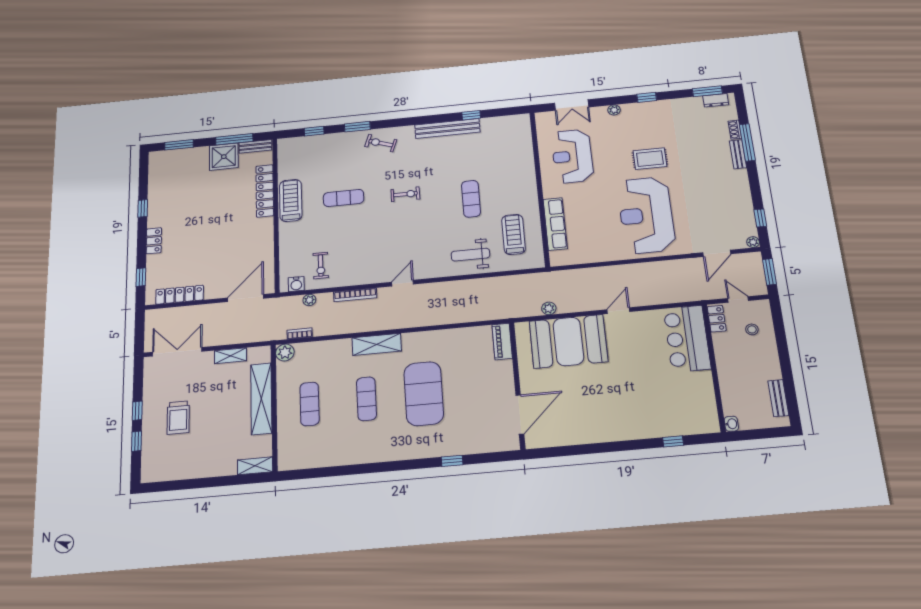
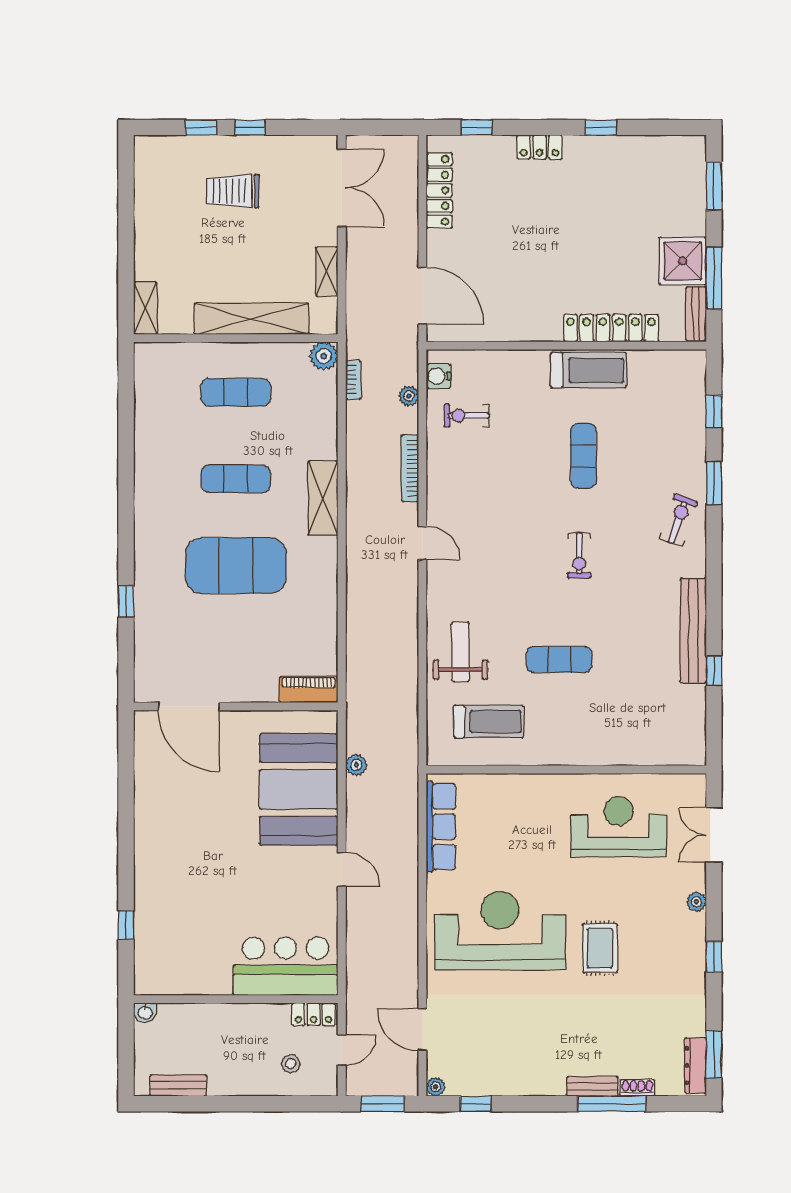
dresser: (716, 100) -> (695, 1065), width x1.44
row of seats: (555, 224) -> (441, 827), moved, turned -90

